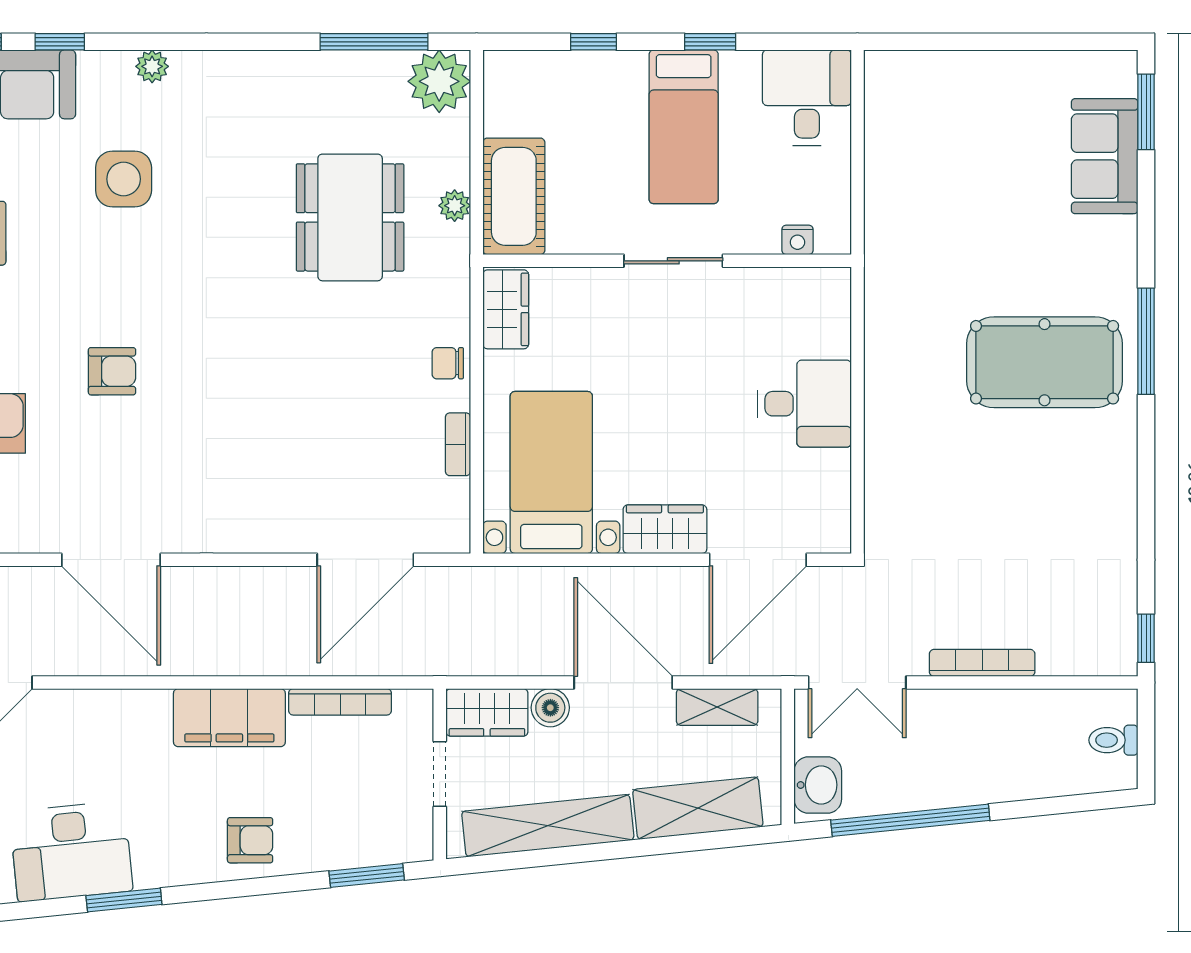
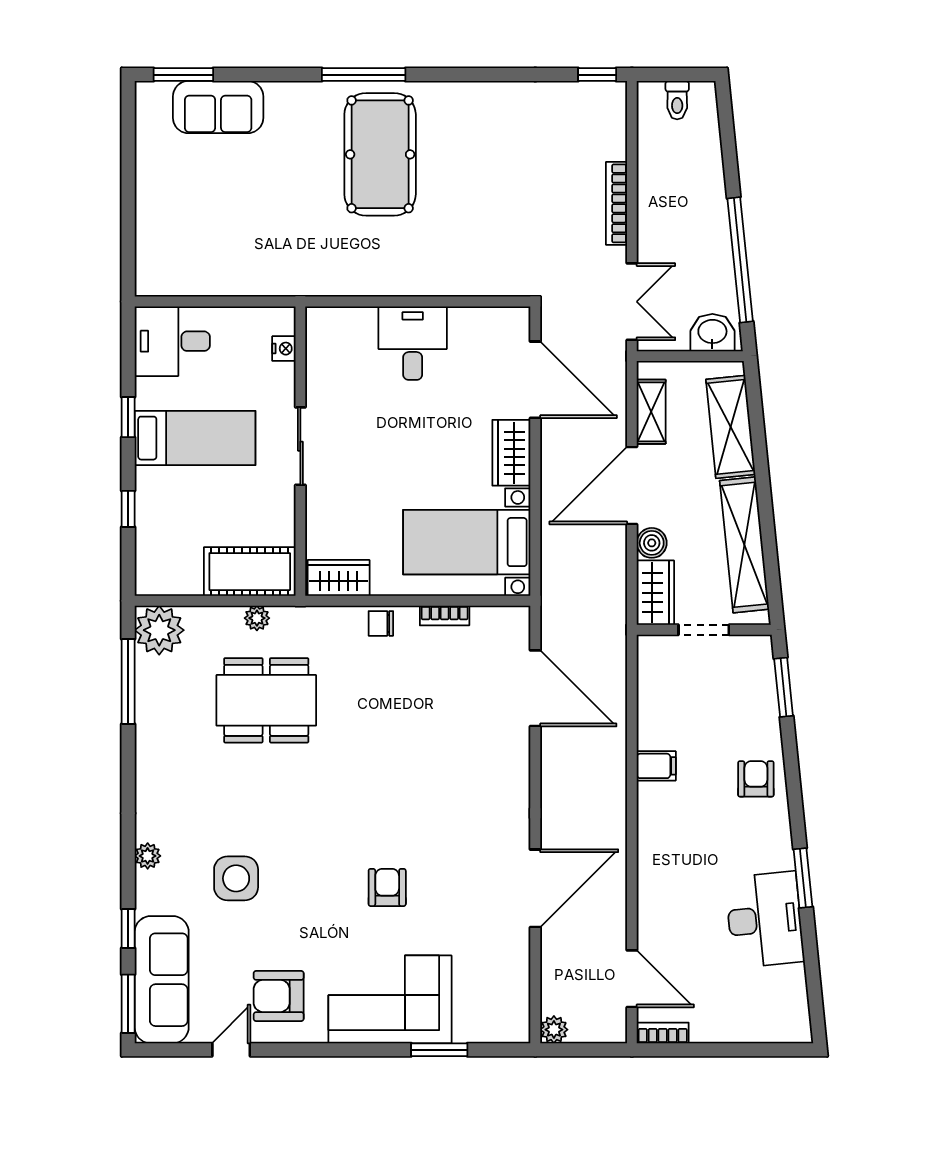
chair: (448, 363) -> (381, 623), turned 90
bookcase: (340, 702) -> (647, 708), removed
filing cabinet: (229, 718) -> (656, 766), width x0.33, depth x0.86

